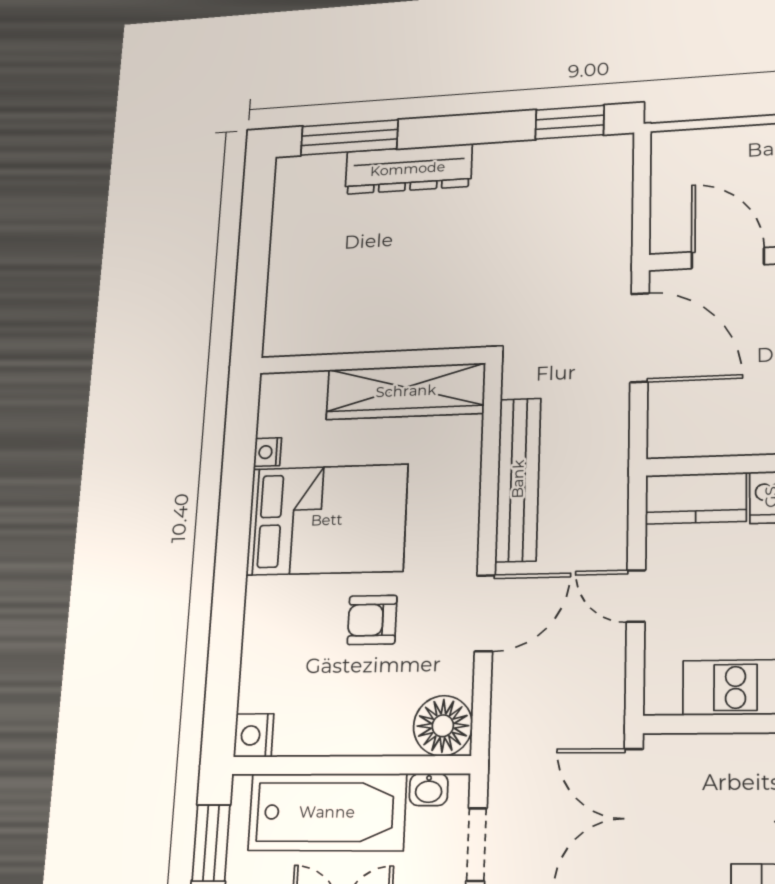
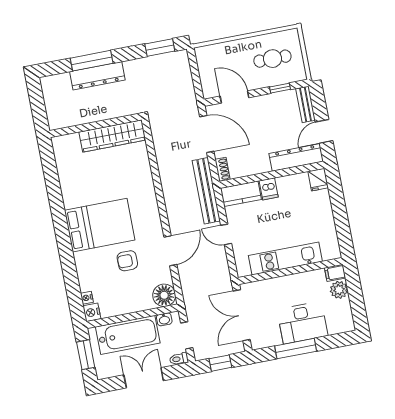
window: (349, 138) -> (92, 61), moved
wall: (372, 360) -> (96, 125), moved
wardrobe: (406, 391) -> (112, 136), moved
shoe rack: (661, 430) -> (223, 169), added
nightstand: (268, 452) -> (87, 298), moved
bench: (518, 479) -> (206, 191), moved

